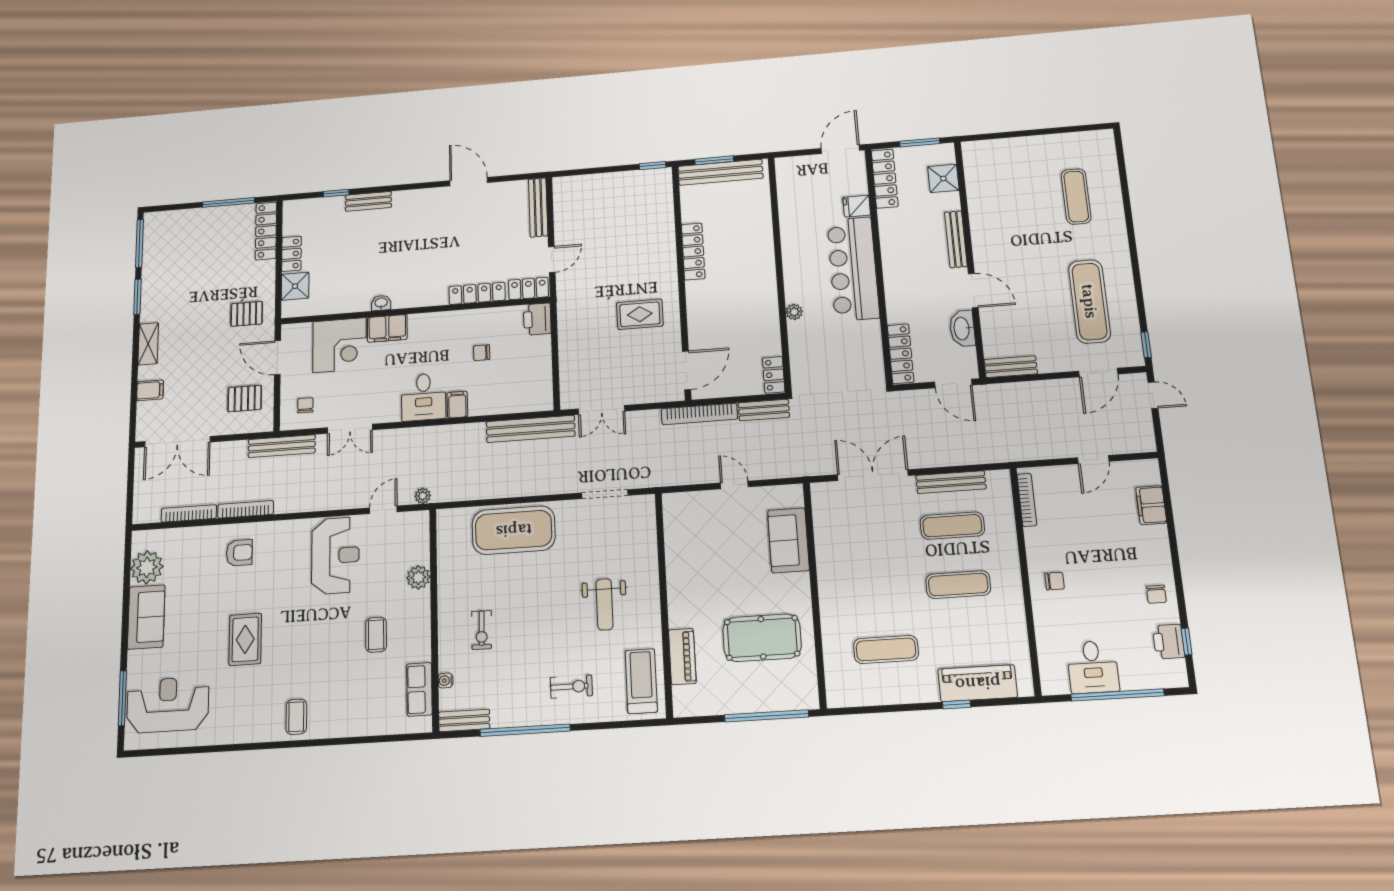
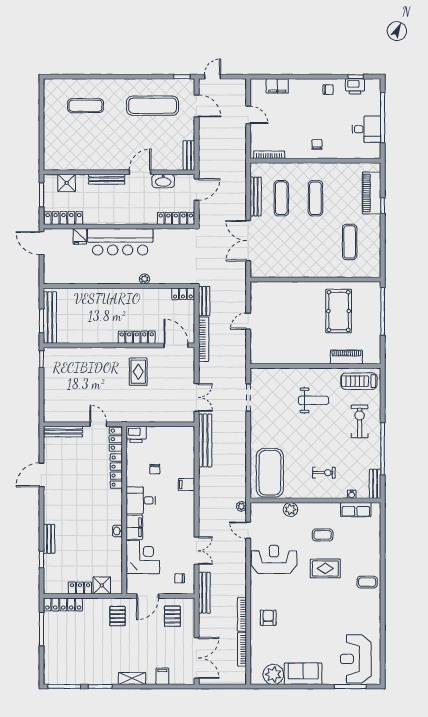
locker: (693, 251) -> (137, 337), moved
desk: (424, 397) -> (141, 500), moved, turned 180
exercise mat: (514, 530) -> (270, 473), moved
sofa: (788, 540) -> (283, 292), removed
rug: (245, 639) -> (325, 568), moved
exercise bike: (571, 687) -> (360, 421), width x1.38, depth x1.39

